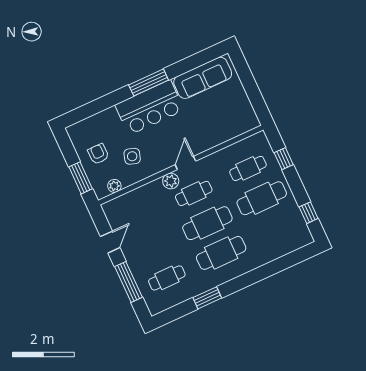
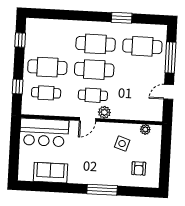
sofa: (203, 78) -> (50, 173), width x0.73
window: (149, 82) -> (102, 190), moved
bar counter: (150, 108) -> (44, 132), moved, turned 180
armchair: (98, 154) -> (139, 168), moved
window: (81, 178) -> (166, 147), removed
cafe table: (167, 278) -> (142, 46), width x1.37, depth x1.35

